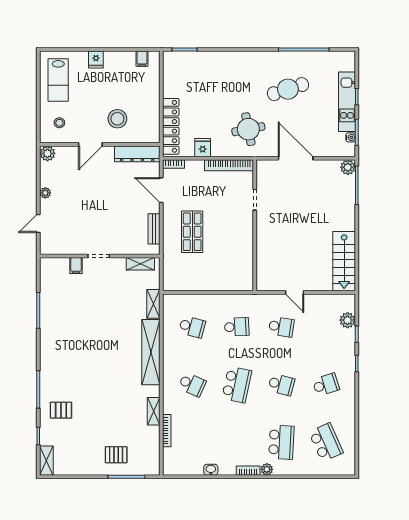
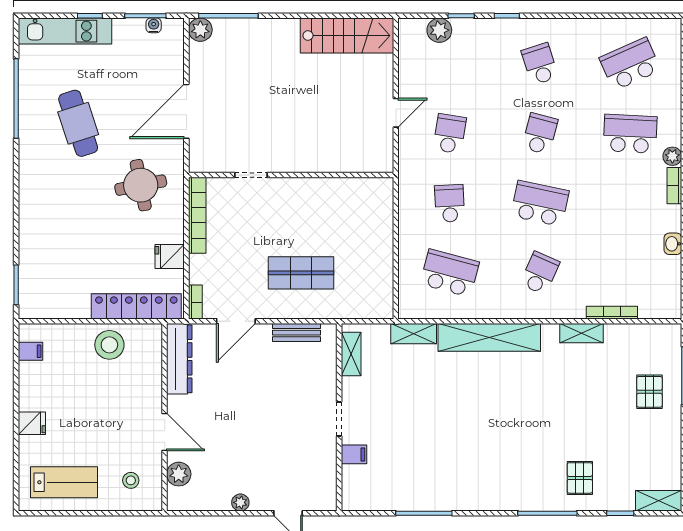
kitchen unit: (347, 102) -> (65, 31), moved
stool: (117, 119) -> (109, 345), moved
plant: (47, 153) -> (179, 474), moved
school desk: (192, 327) -> (450, 273), width x1.85

